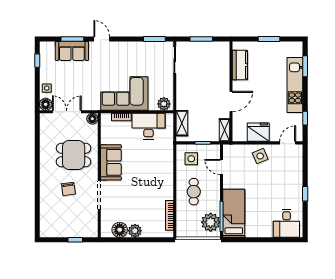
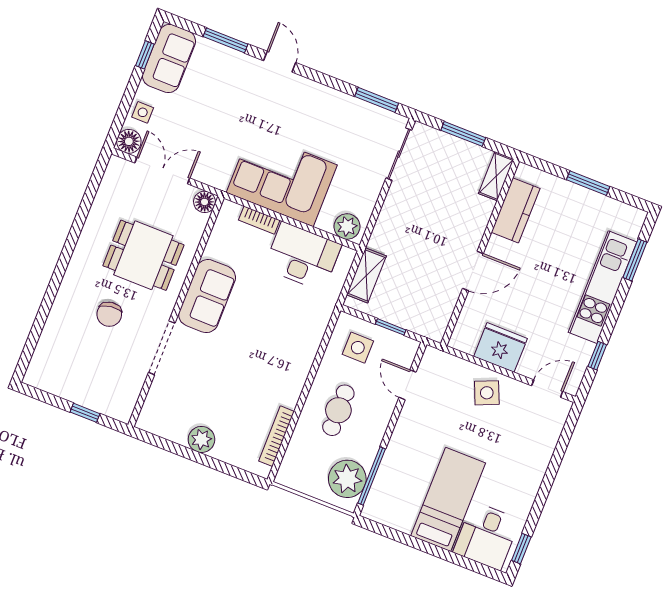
sofa: (72, 51) -> (169, 59), moved, turned -90
shelving: (224, 130) -> (496, 176), moved
window: (305, 194) -> (521, 549), moved
bed: (234, 213) -> (448, 499), moved
floor lamp: (120, 230) -> (174, 427), removed

